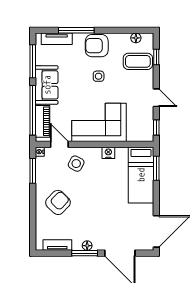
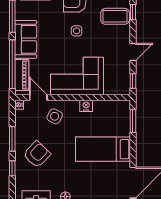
door: (156, 98) -> (133, 52), hinge flipped
window: (33, 171) -> (12, 139), moved
bed: (141, 175) -> (103, 149), moved, turned 90
window: (33, 217) -> (12, 168), added

